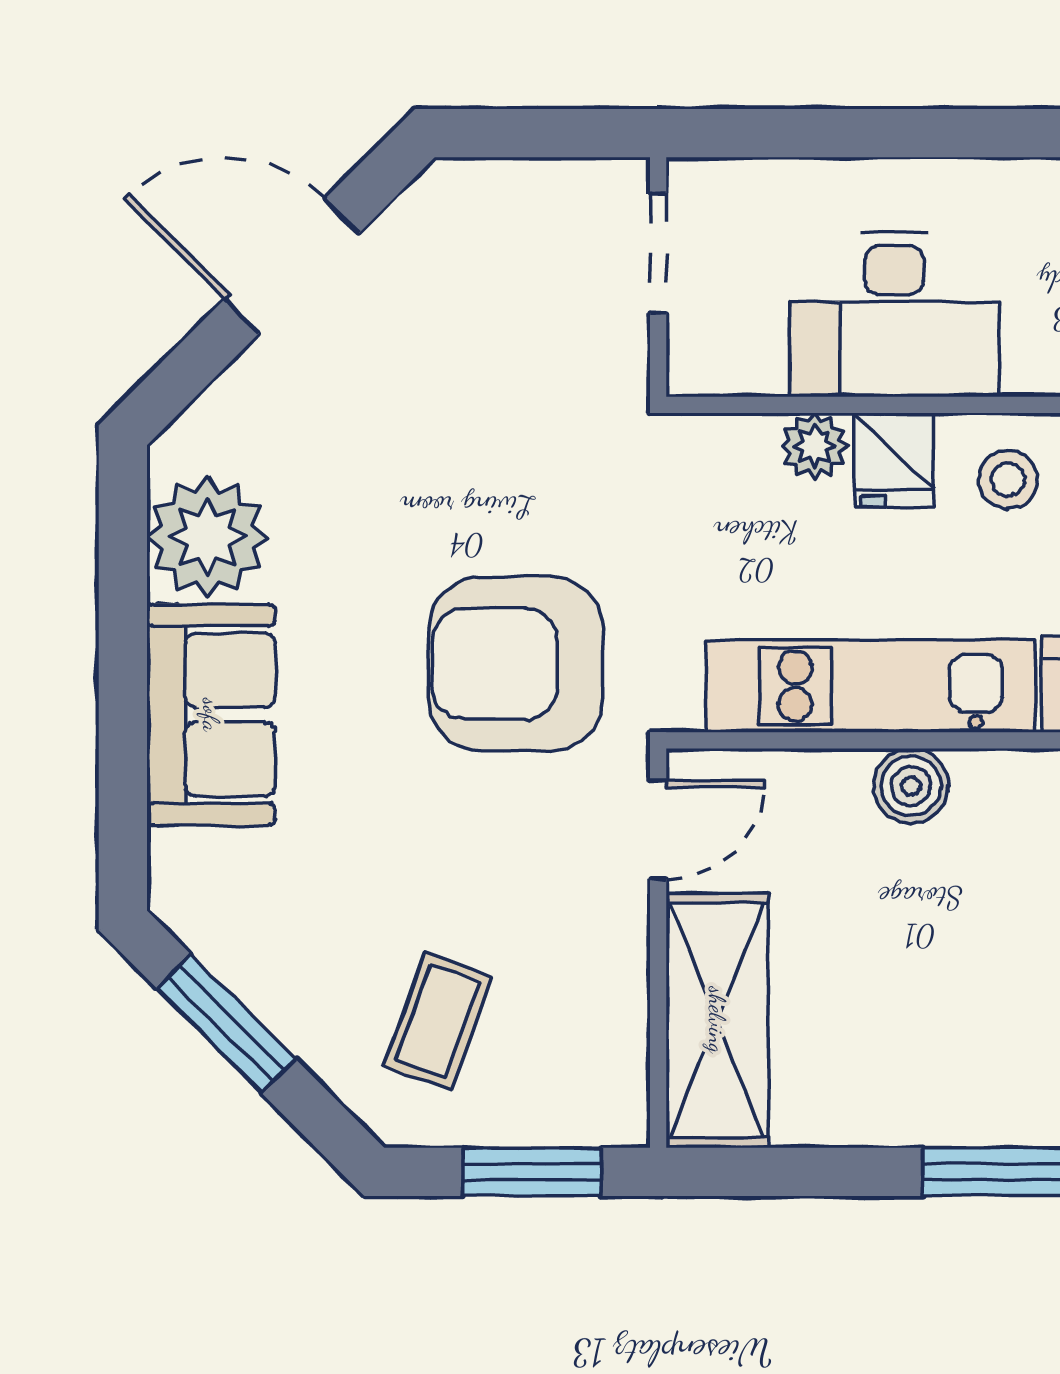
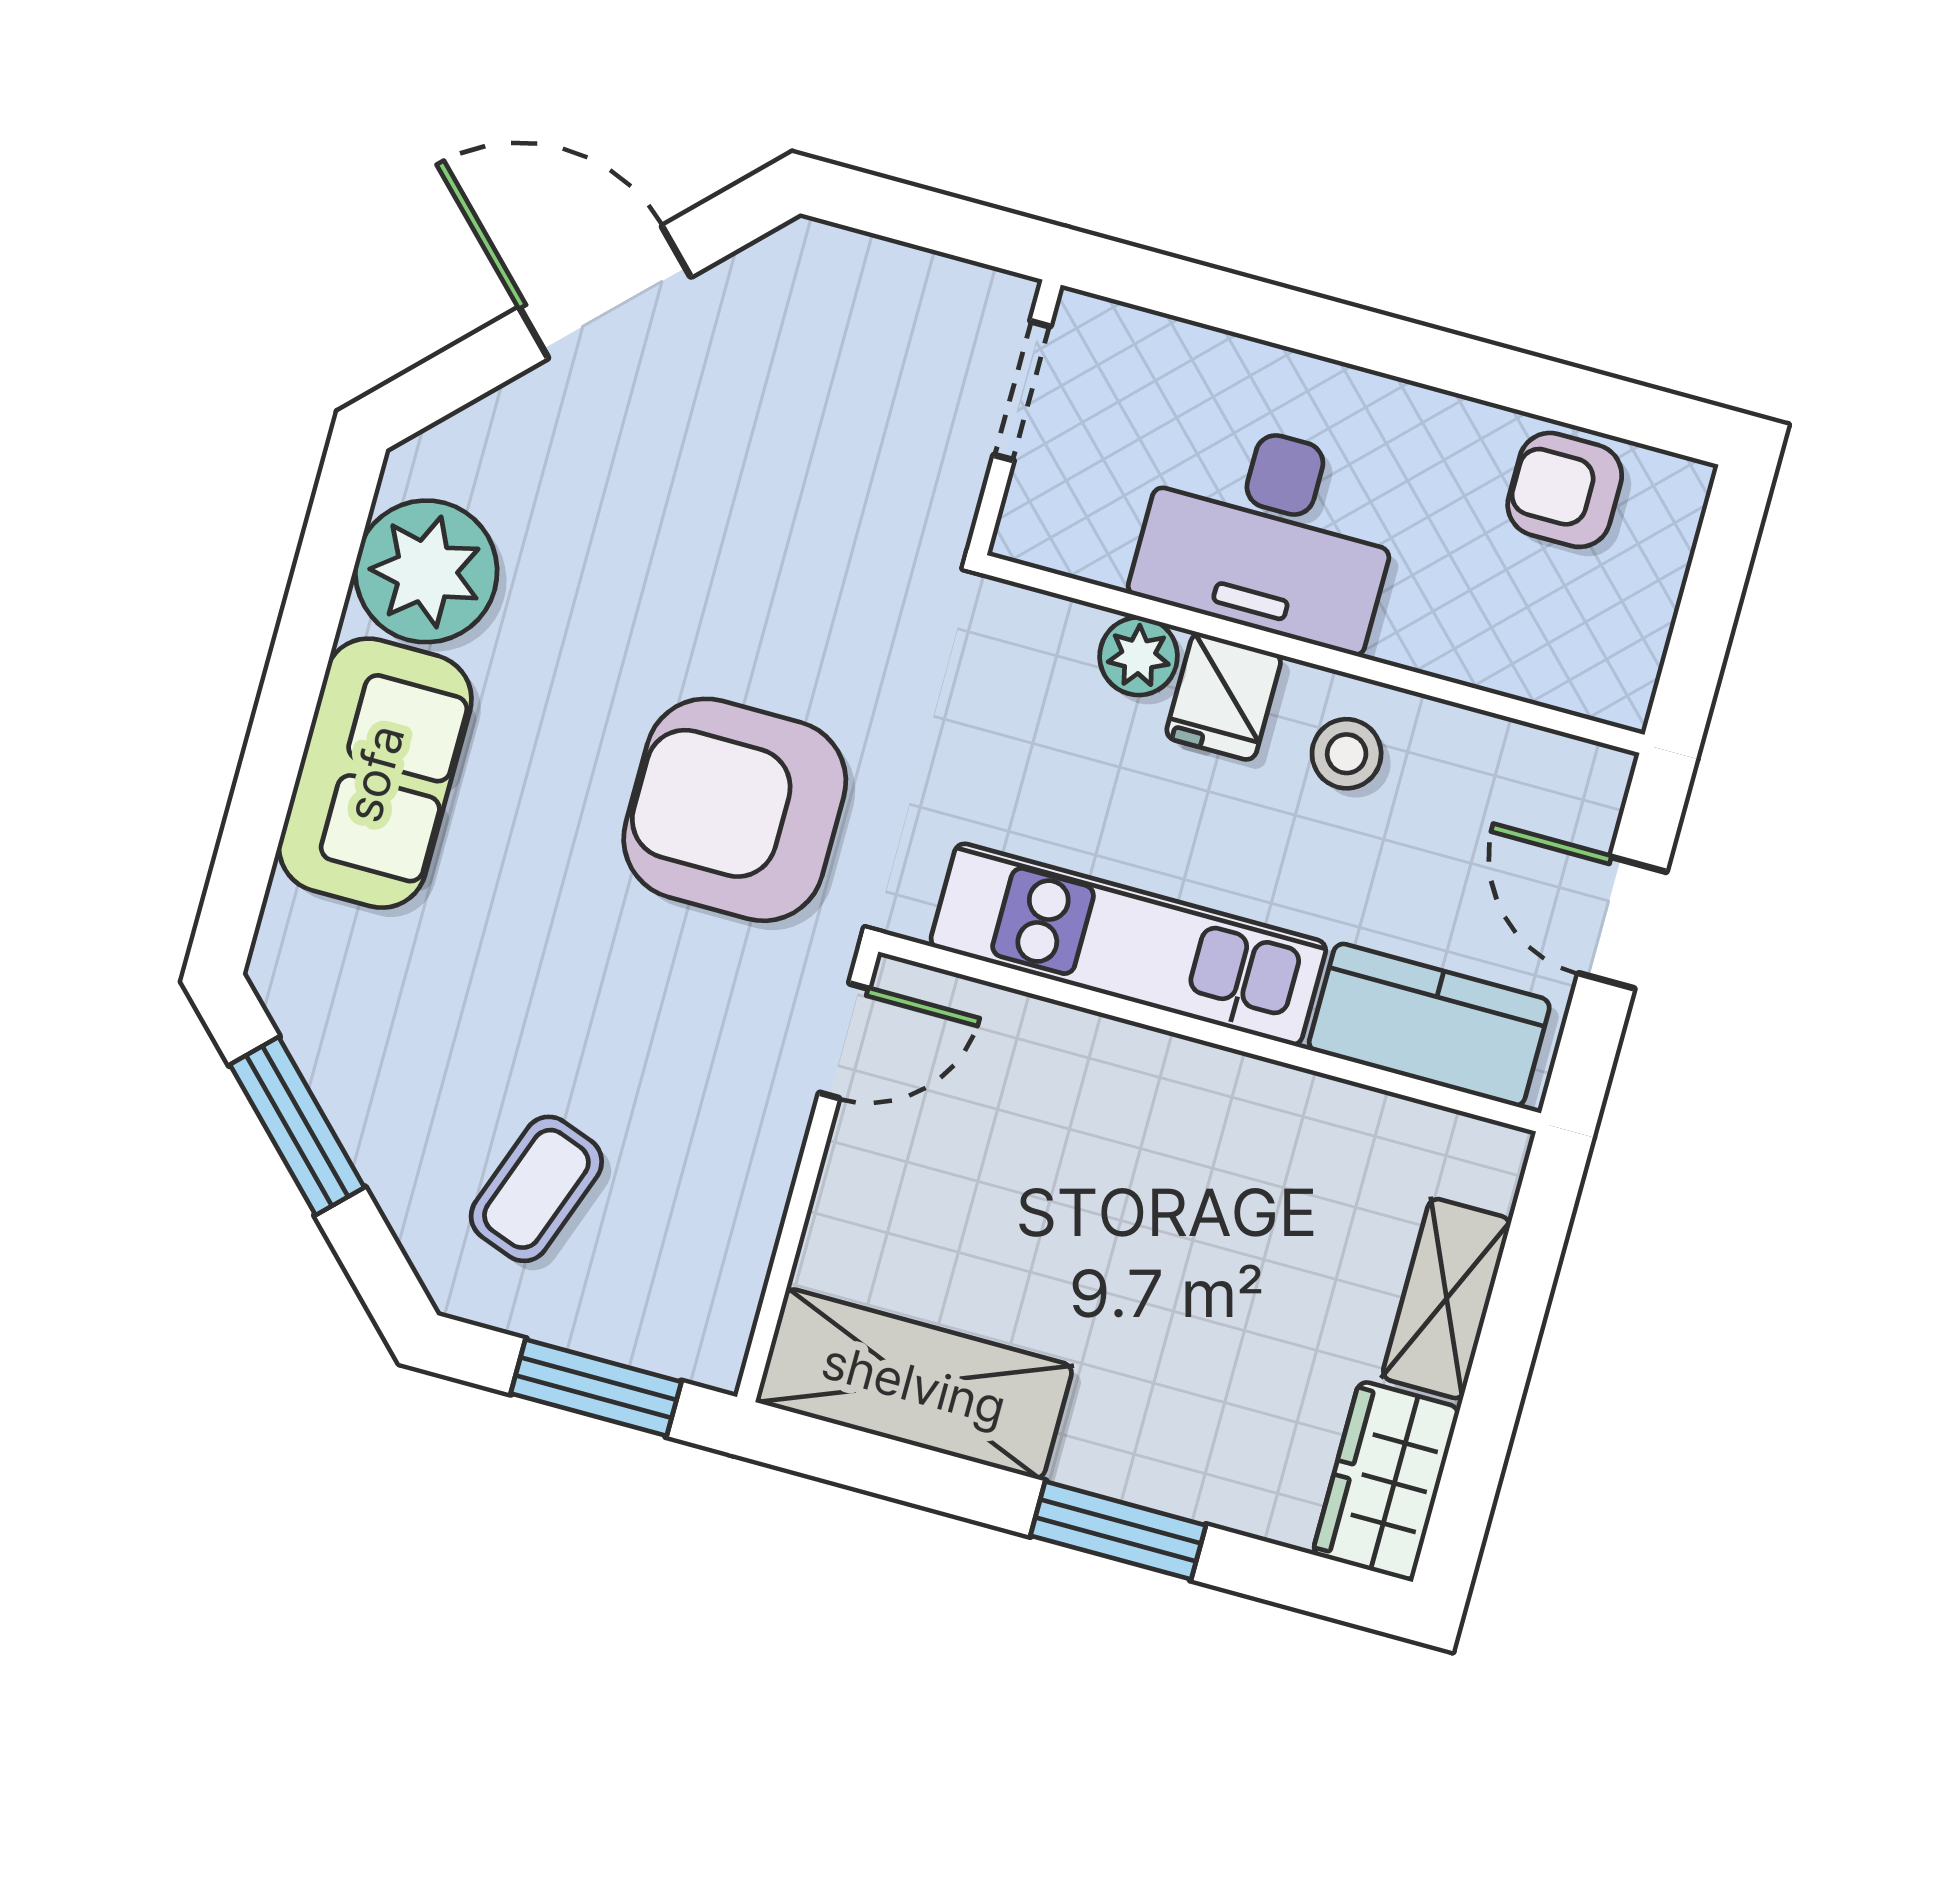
boiler: (911, 786) -> (1143, 1069), removed
shelving: (717, 1020) -> (914, 1384), moved, turned 90

